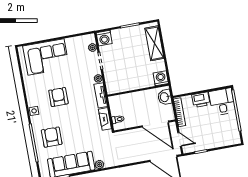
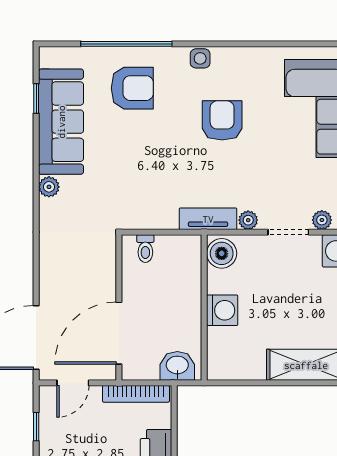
washing machine: (161, 78) -> (222, 310), moved
boiler: (114, 87) -> (222, 253), added
armchair: (58, 97) -> (222, 120), turned -90
fireplace: (105, 119) -> (152, 219), removed

